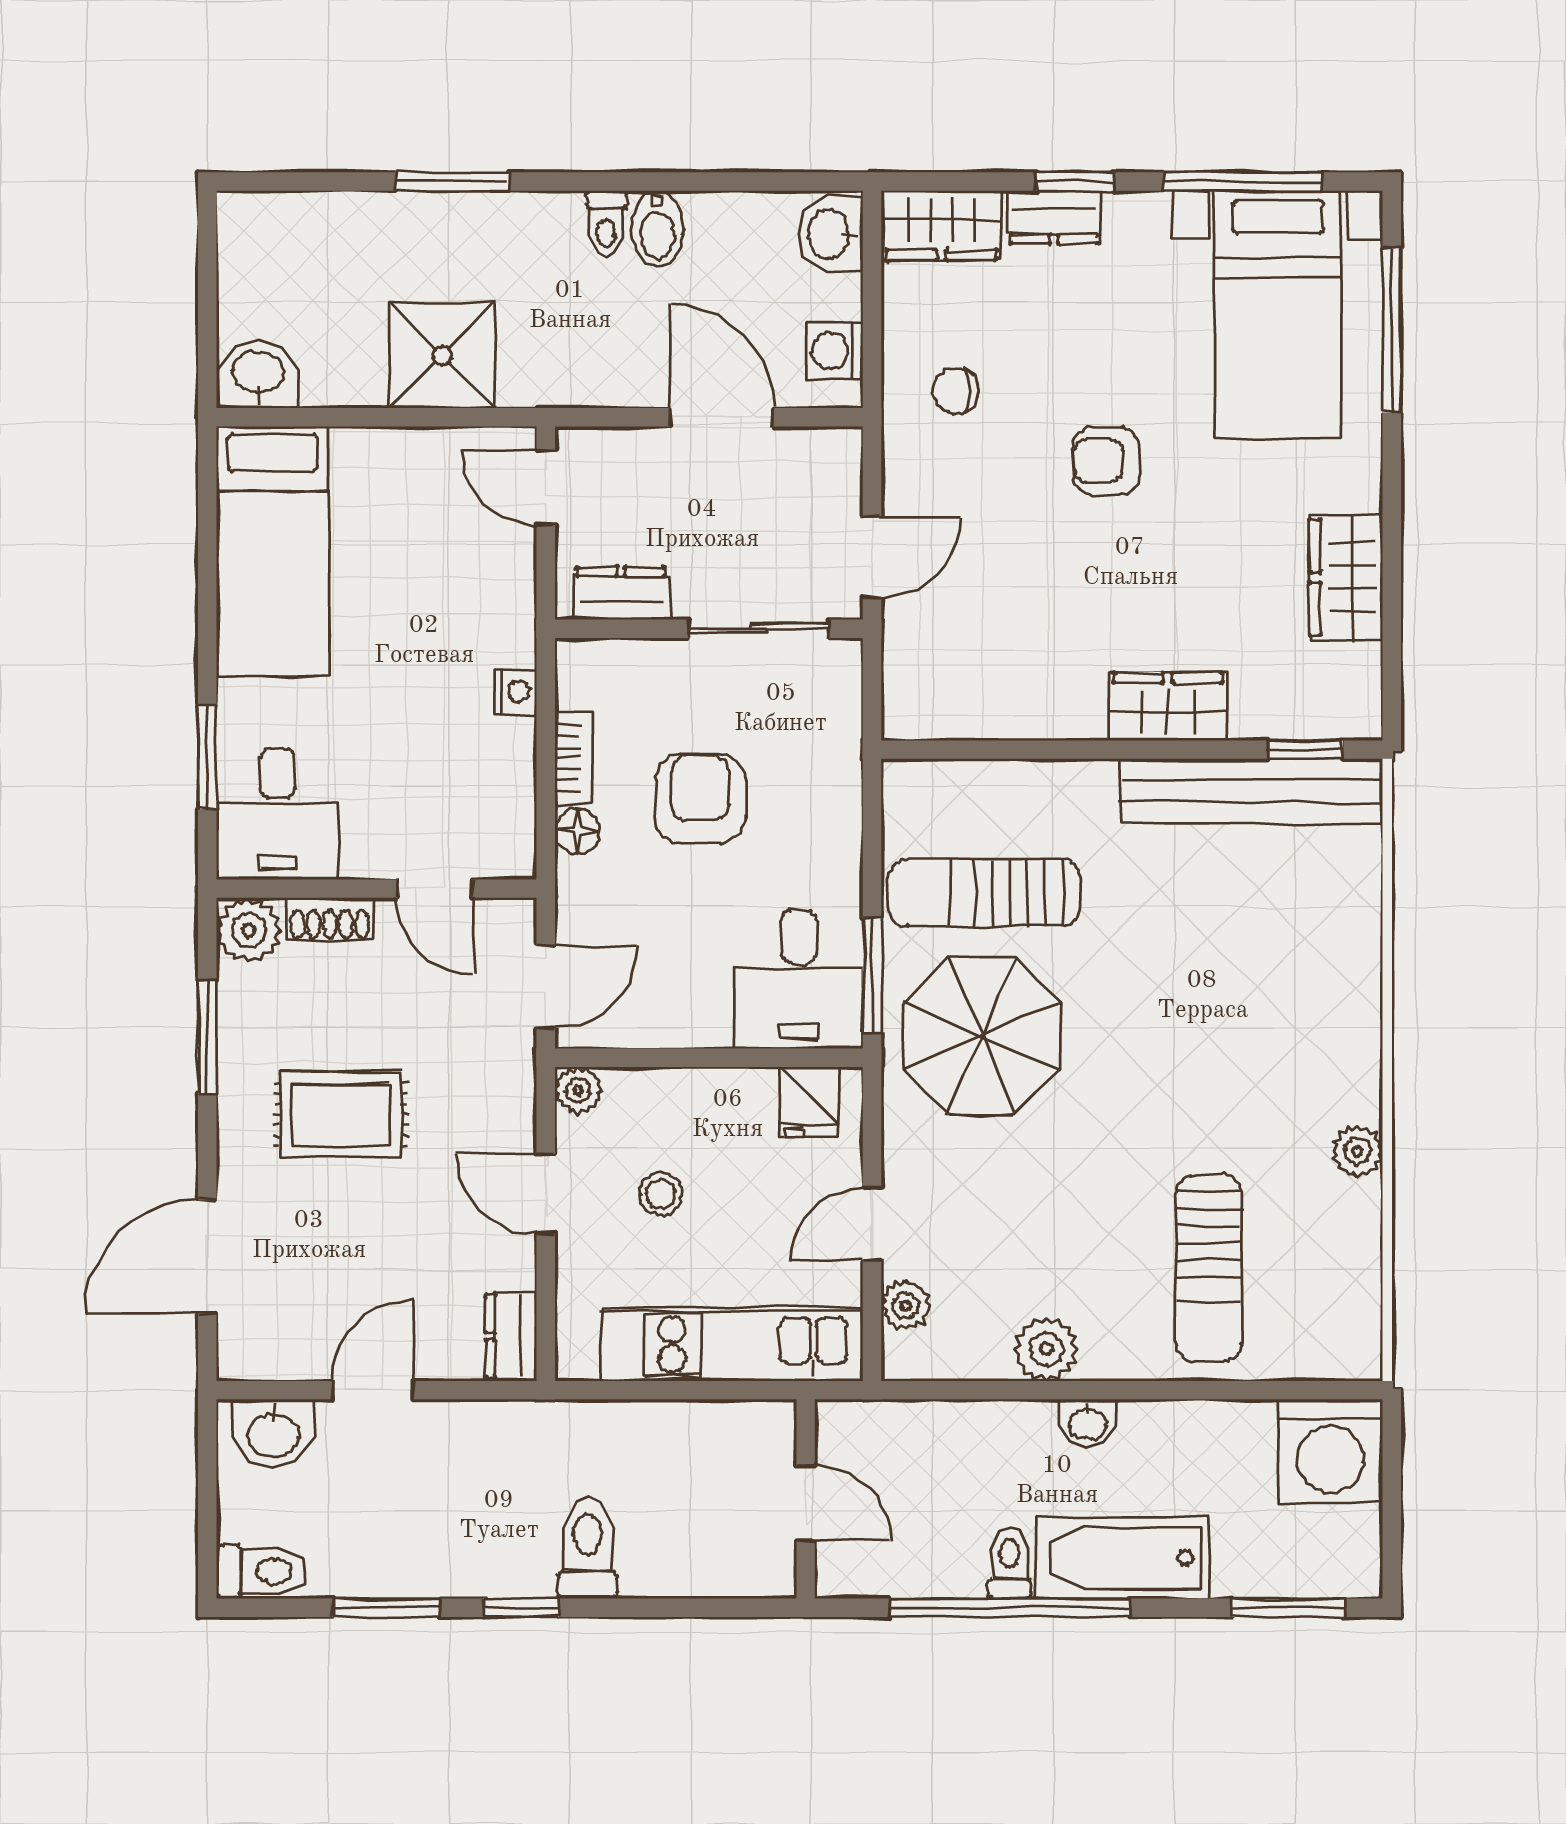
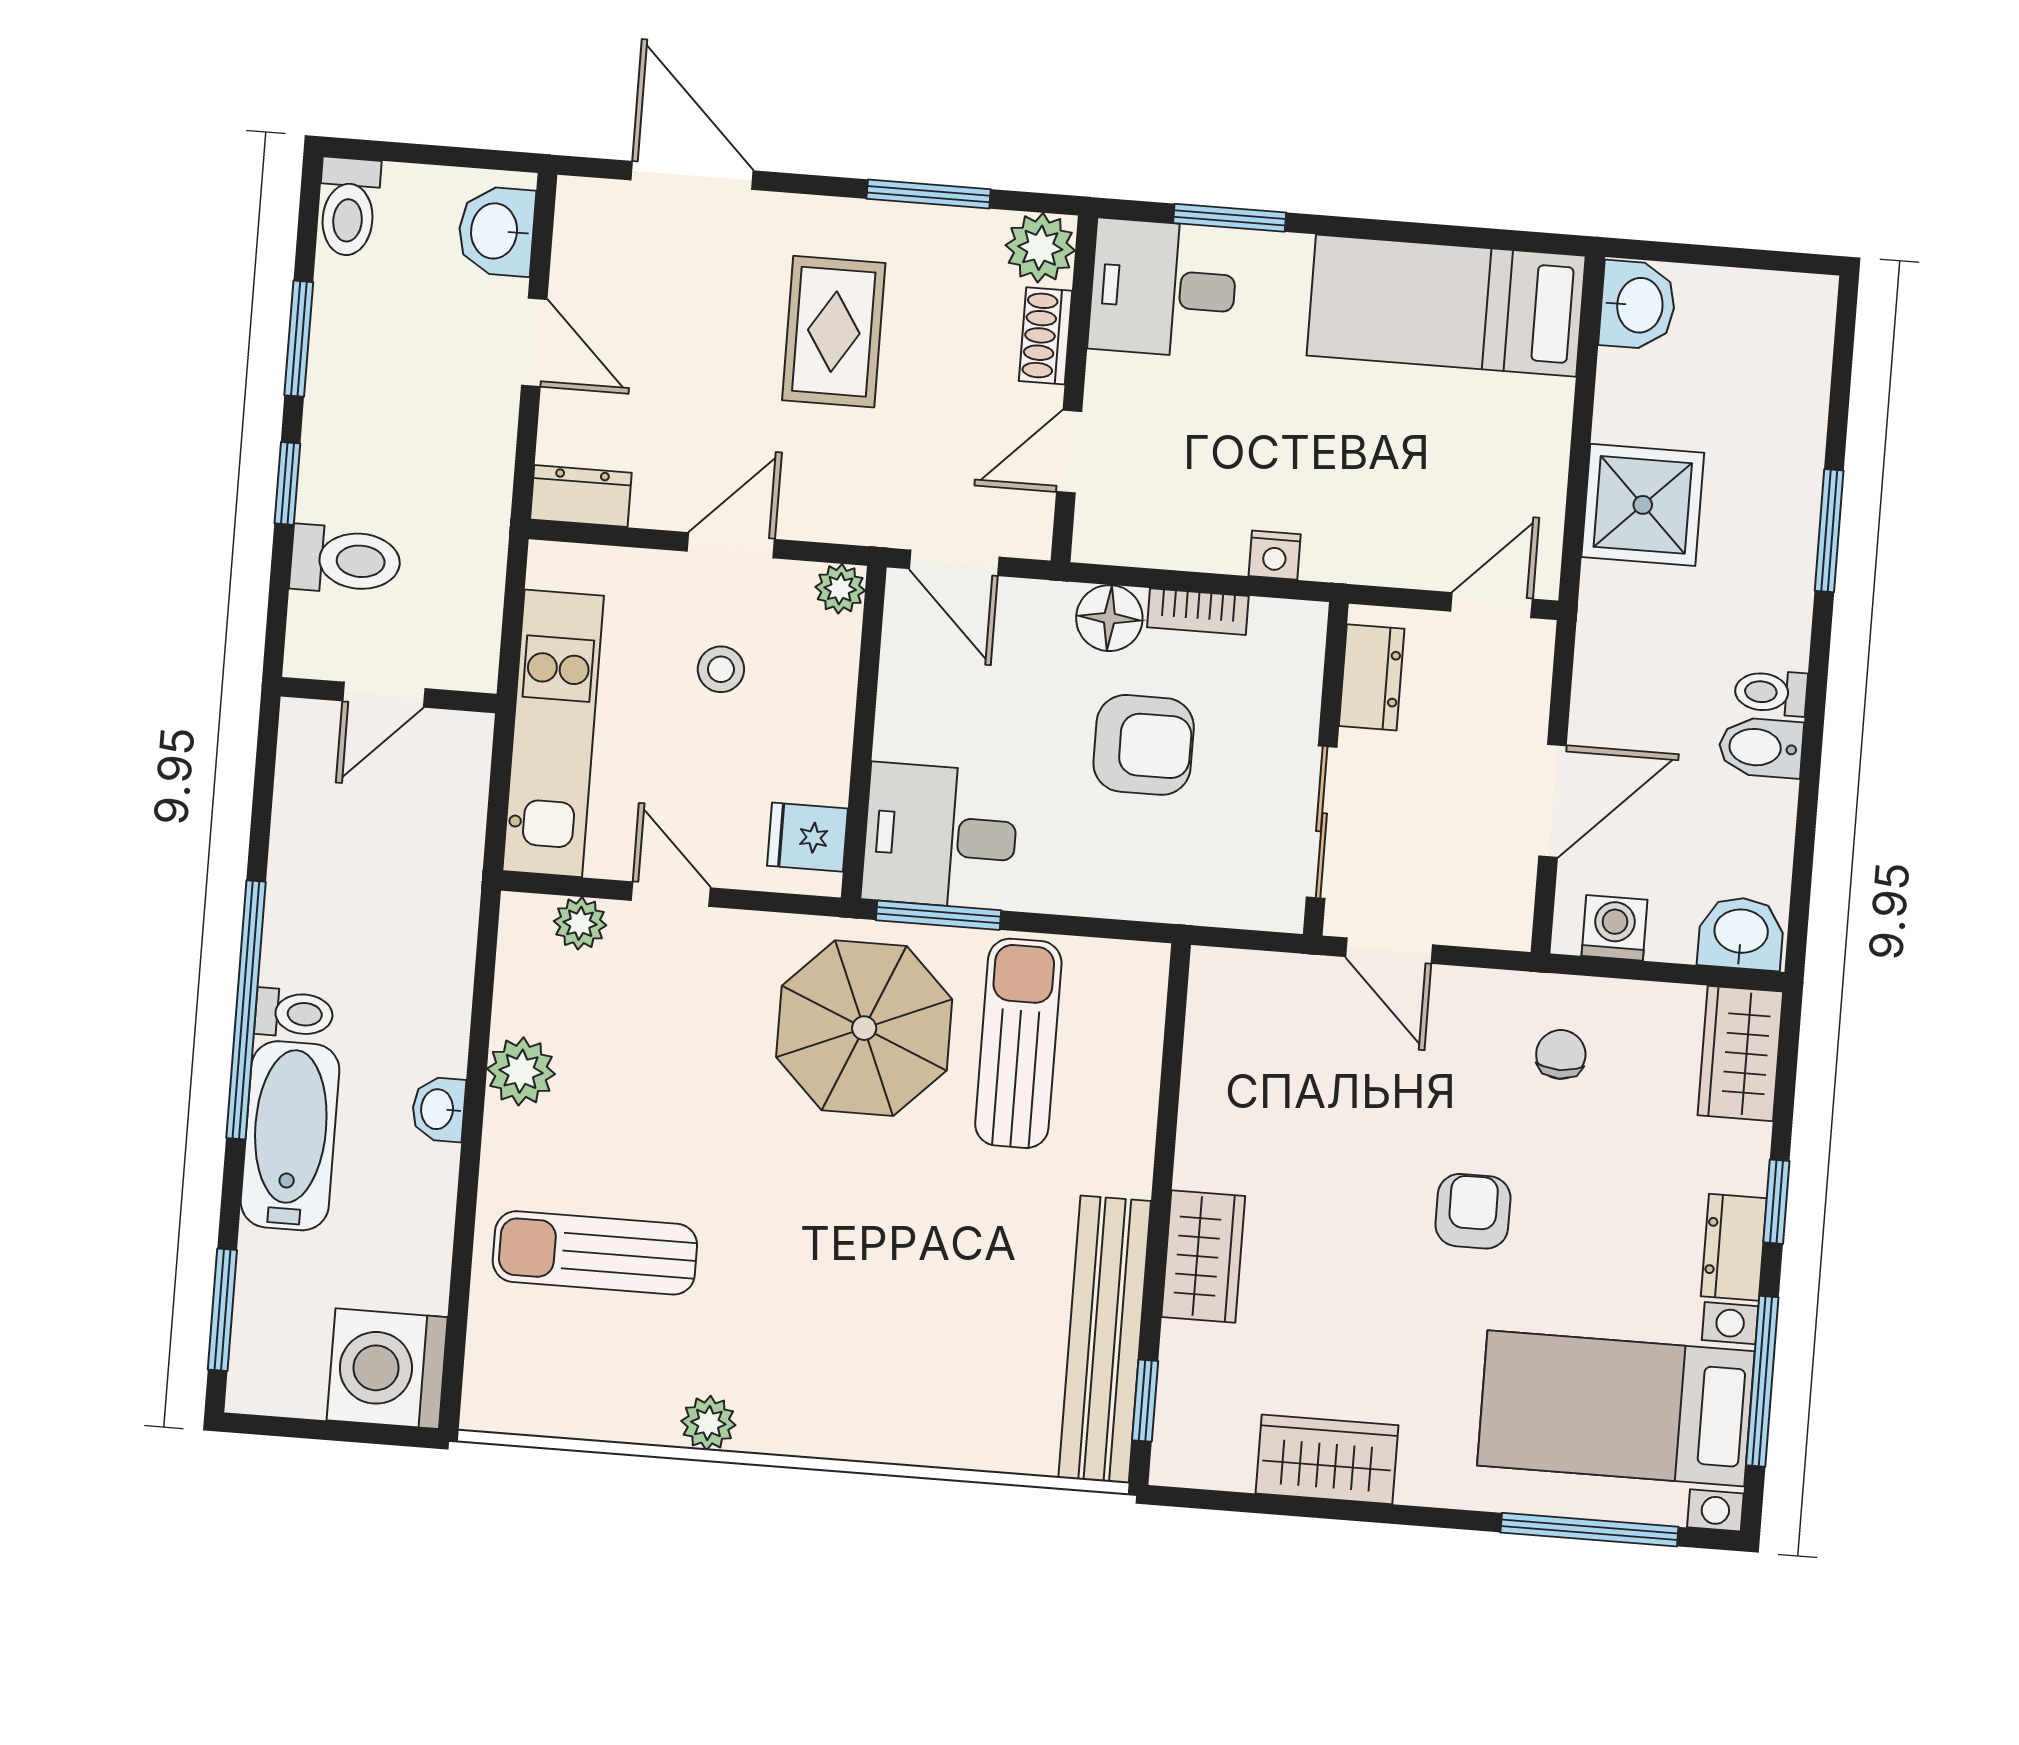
dresser: (1054, 217) -> (1734, 1247), moved
floor lamp: (577, 831) -> (1109, 618), width x1.37, depth x1.37
wall: (806, 1499) -> (389, 695), moved
door: (806, 1503) -> (384, 695), moved

